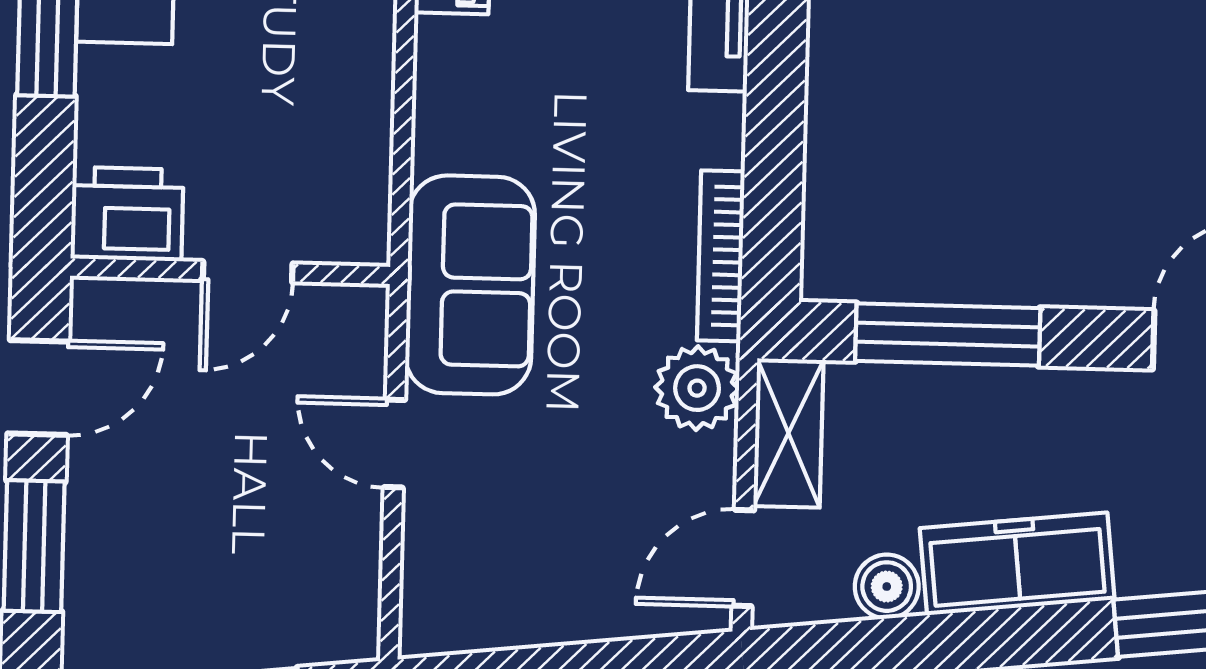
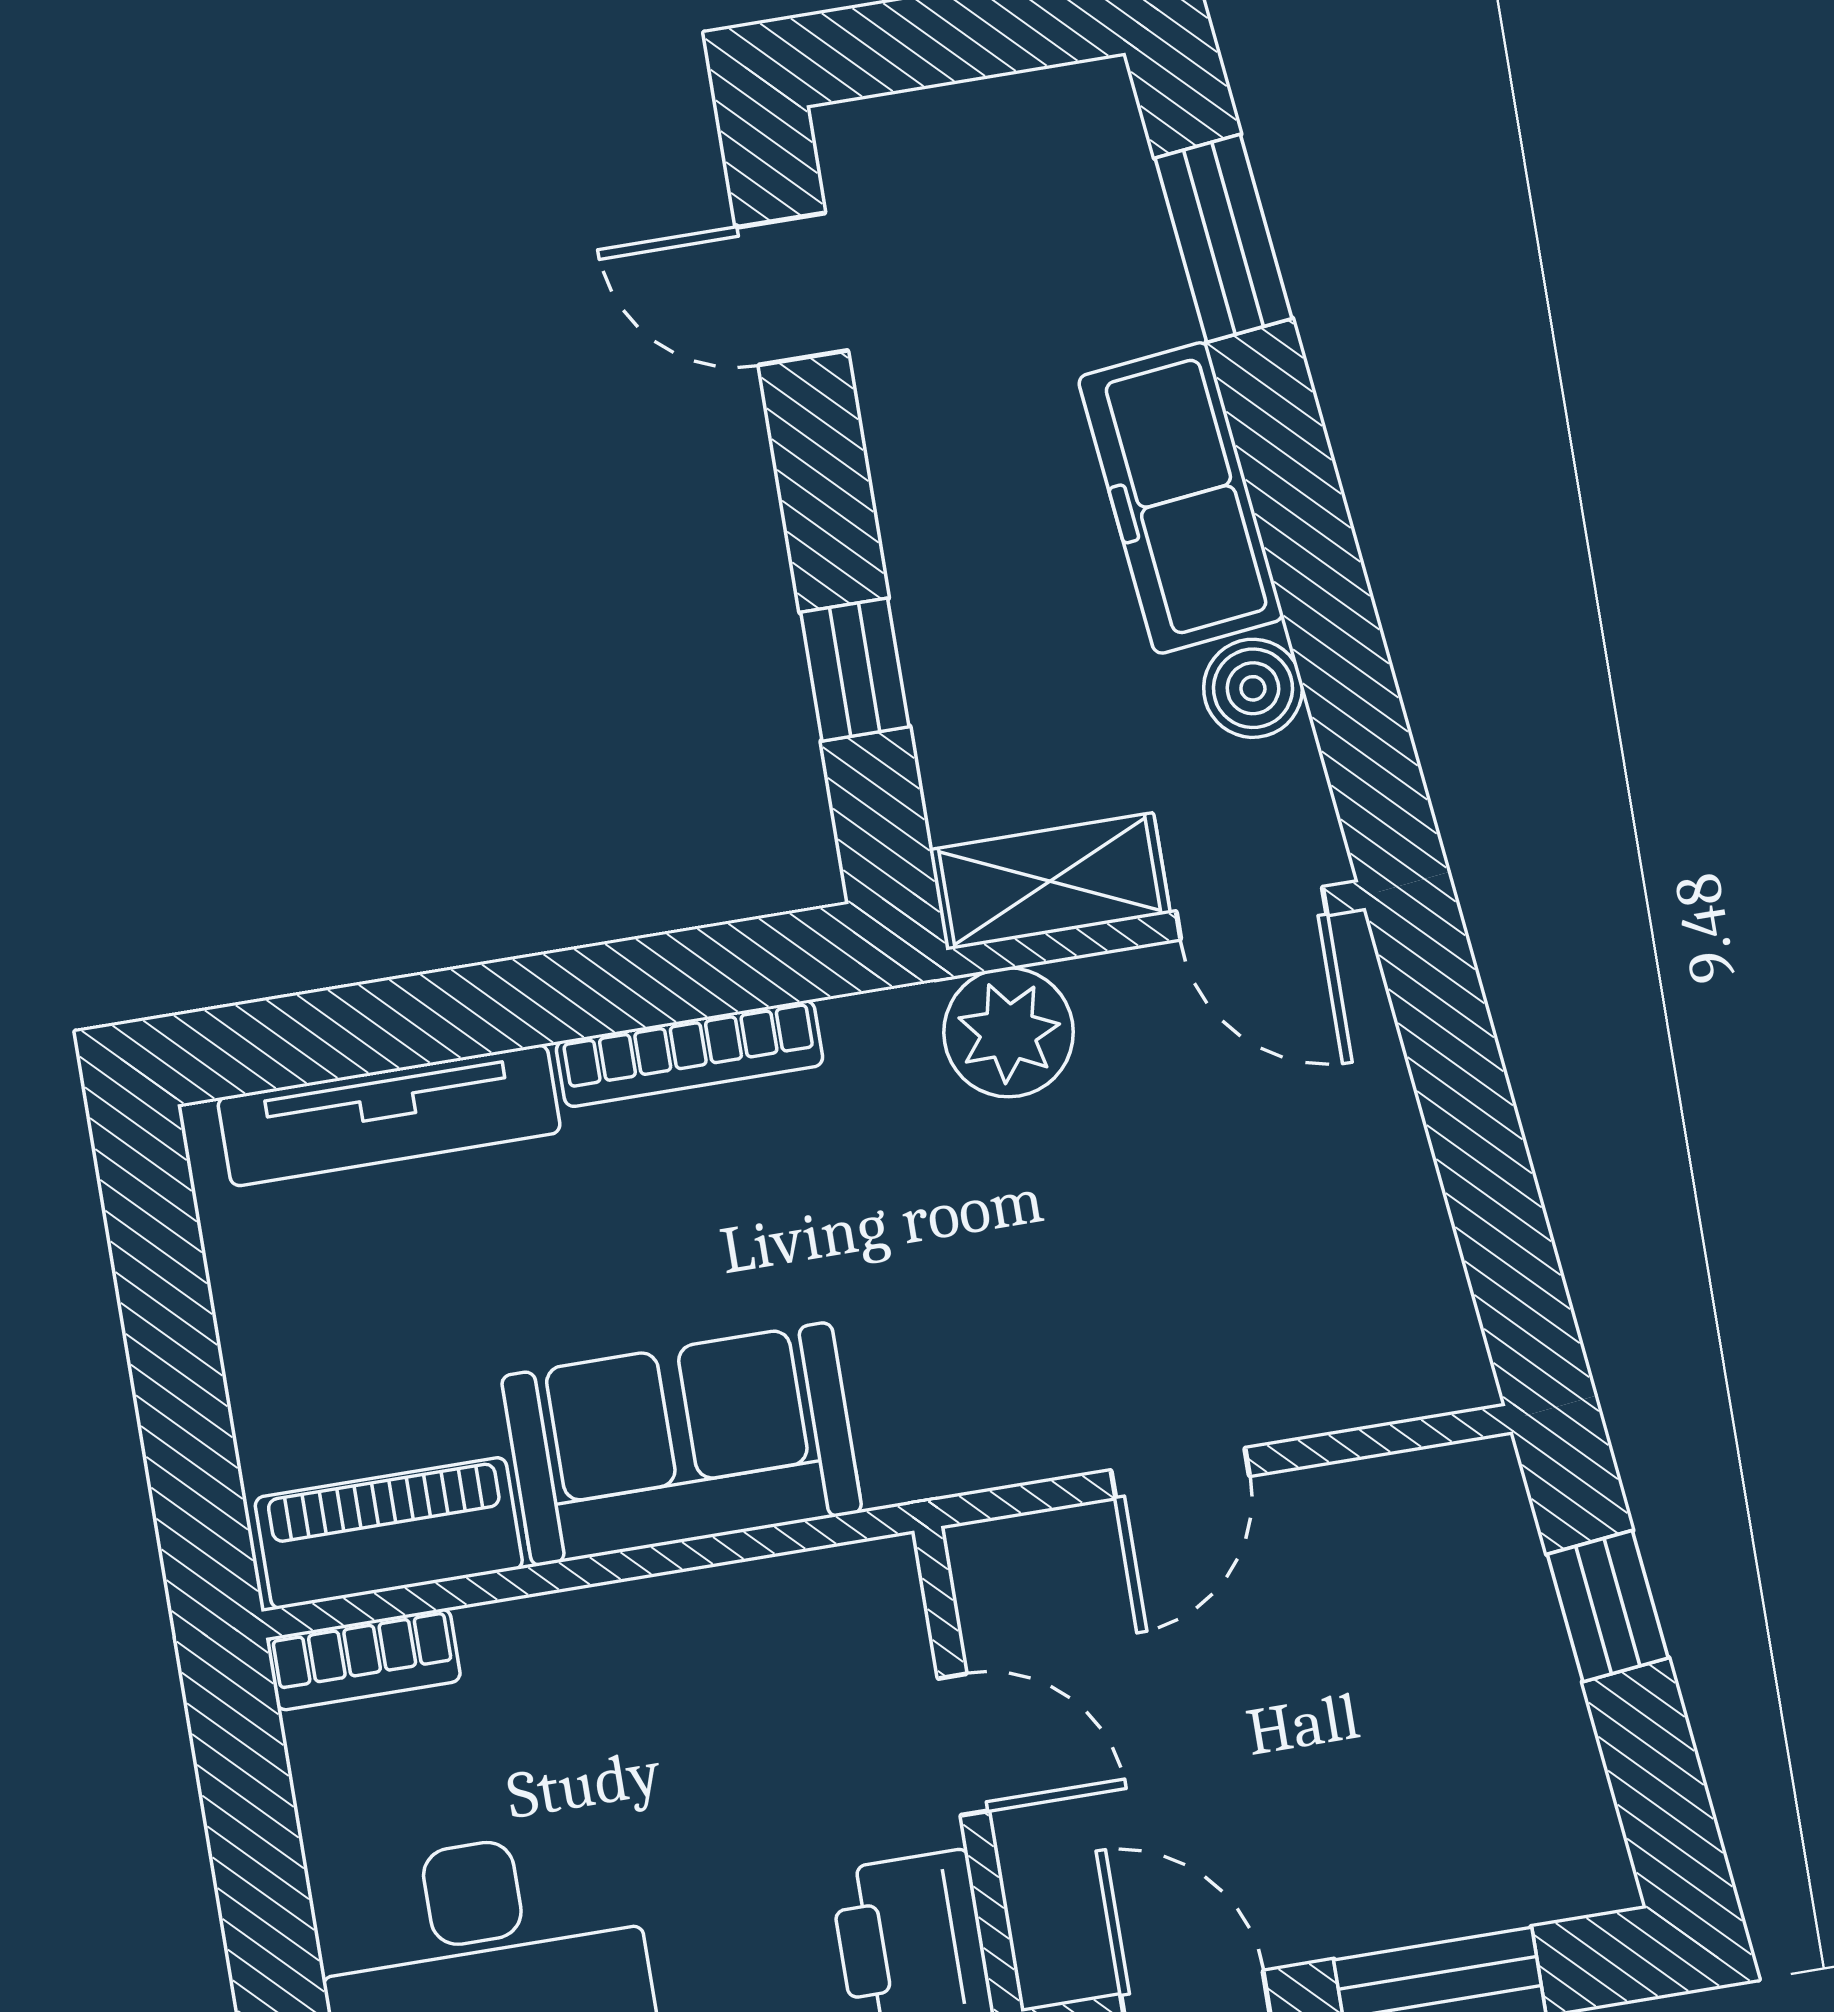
bookcase: (721, 256) -> (690, 1054), moved
sofa: (470, 285) -> (682, 1444), moved
window: (948, 335) -> (855, 670), width x0.46

